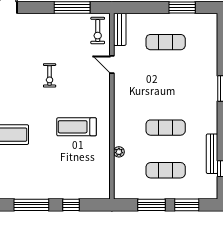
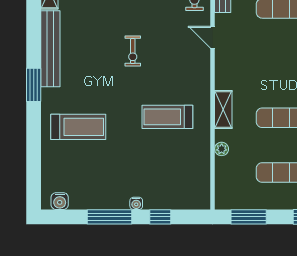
shelving: (120, 121) -> (223, 110), added
water cooler: (52, 194) -> (136, 203), added
window: (152, 205) -> (249, 217), moved

